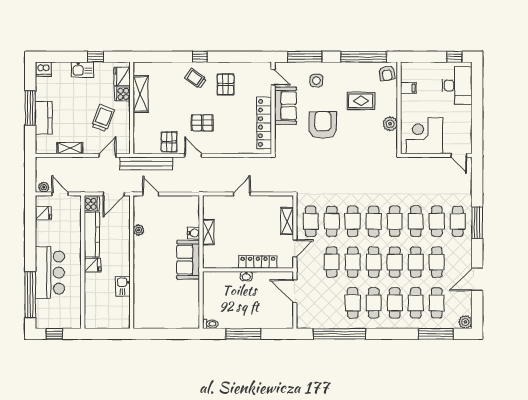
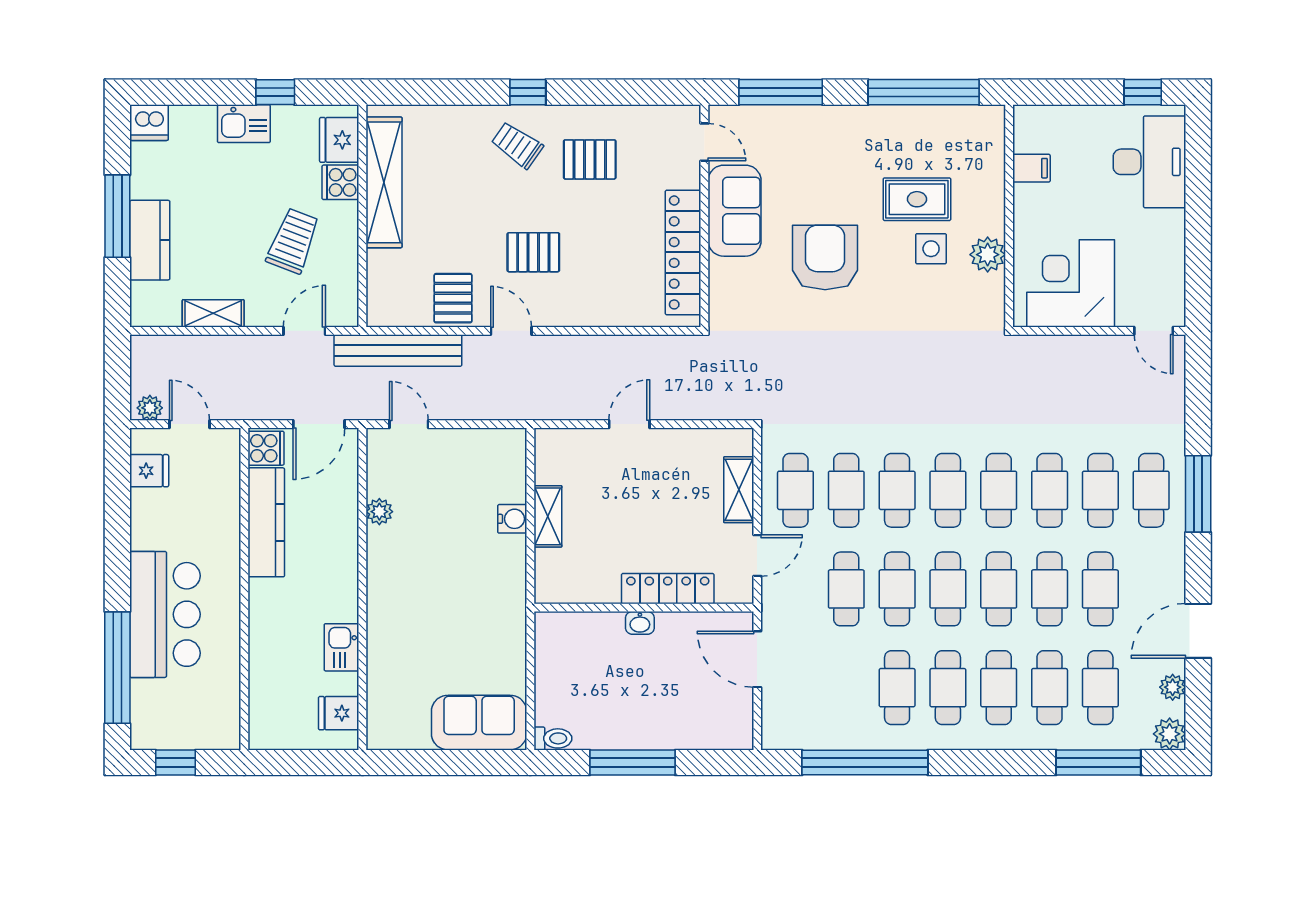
armchair: (387, 73) -> (980, 132), removed
side table: (316, 81) -> (931, 249), moved
pallet: (226, 84) -> (590, 159), turned 90
shelving: (140, 94) -> (384, 182), width x1.47
sofa: (188, 260) -> (479, 723), moved, turned 90
fridge: (93, 265) -> (339, 713), moved, turned 180
plant: (467, 303) -> (1173, 687), added

